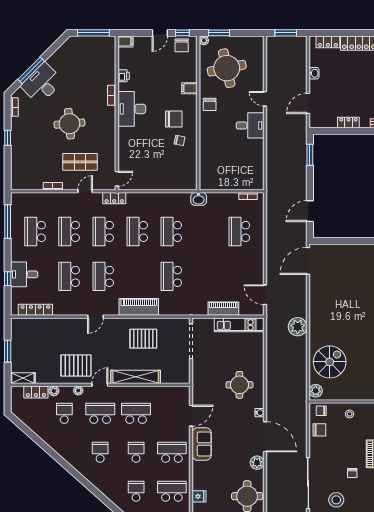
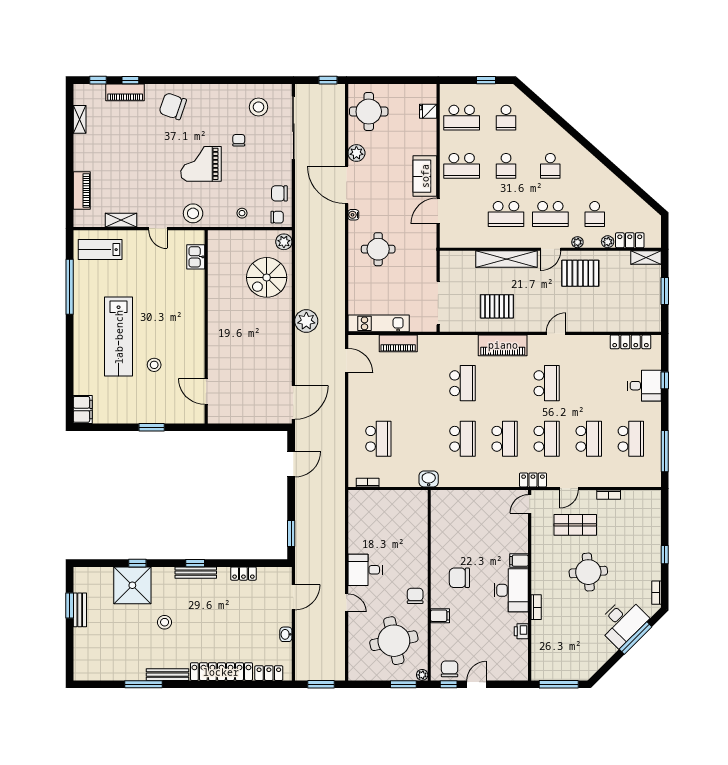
filing cabinet: (126, 41) -> (519, 561), moved
chair: (179, 140) -> (452, 551), removed
school desk: (69, 276) -> (589, 383), removed

